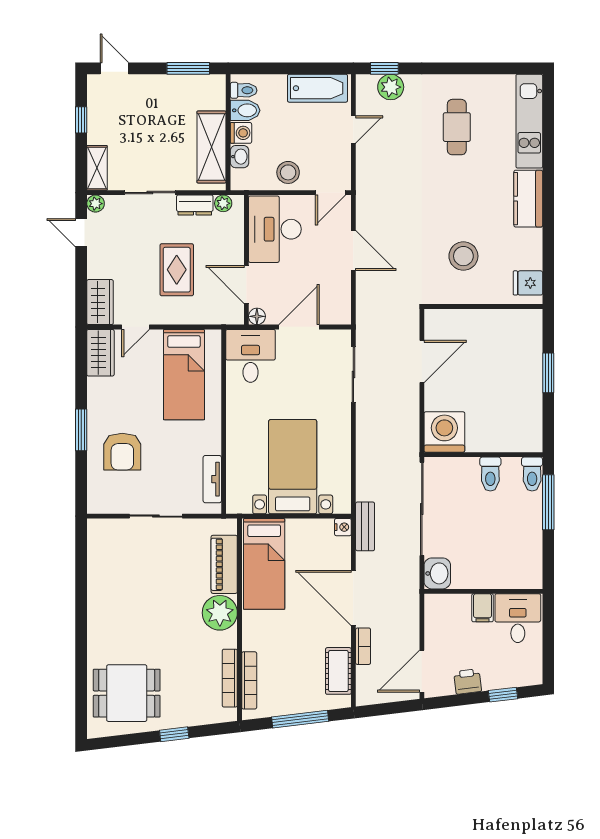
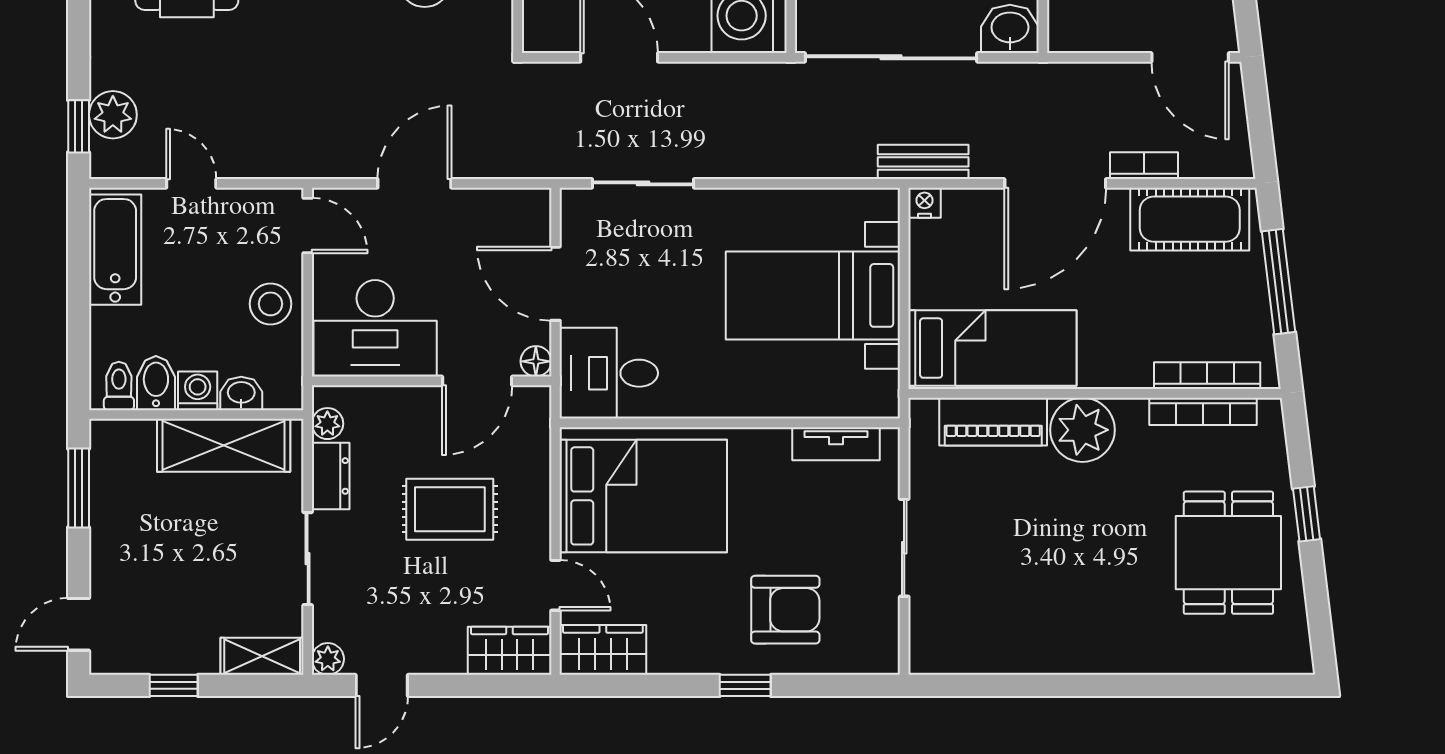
bed: (184, 375) -> (643, 496), width x1.50
window: (81, 430) -> (745, 685), width x0.67
cot: (338, 671) -> (1190, 219), width x1.37, depth x1.34
dining table: (127, 693) -> (1228, 553), moved

